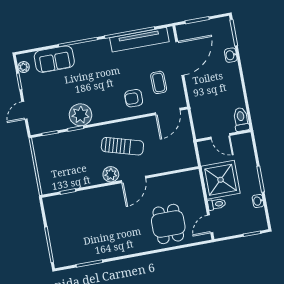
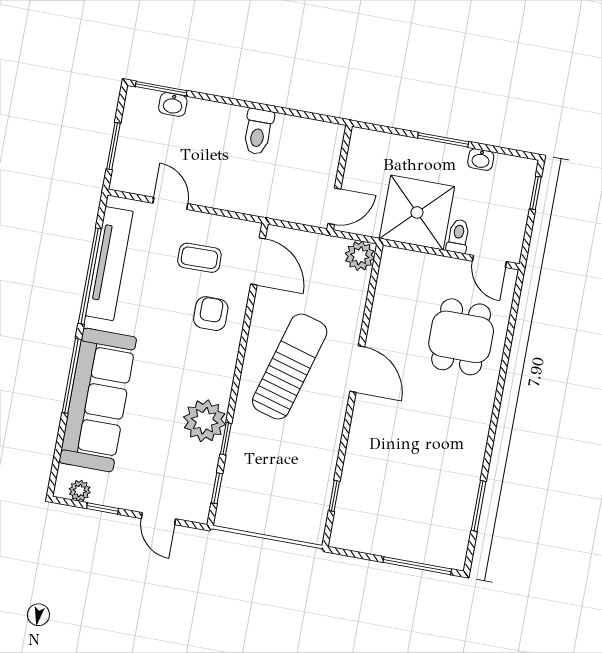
washbasin: (231, 55) -> (173, 104), moved
door: (180, 58) -> (170, 203), width x0.53
sofa: (54, 59) -> (98, 400), width x1.85, depth x1.27
armchair: (134, 98) -> (211, 314), turned 180
toilet: (241, 119) -> (258, 132), moved, turned -90
door: (220, 136) -> (334, 206), moved
sun lounger: (122, 146) -> (290, 367), width x1.36, depth x1.34
plant: (111, 174) -> (360, 256), moved
dining table: (168, 224) -> (461, 337), turned 90

